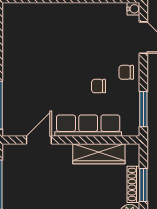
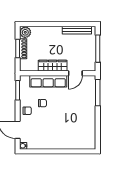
wardrobe: (99, 154) -> (53, 66), moved

